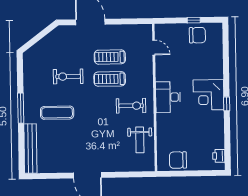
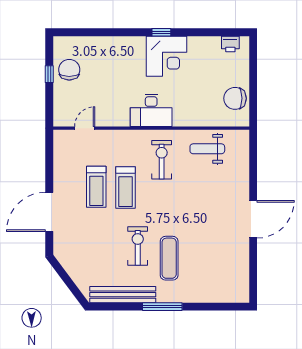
exercise bike: (68, 76) -> (138, 246), moved, turned 180
corner desk: (208, 95) -> (166, 56), moved
weight bench: (140, 140) -> (207, 149), turned 180
bench: (30, 149) -> (123, 295), moved
chair: (178, 160) -> (235, 98), turned 90

